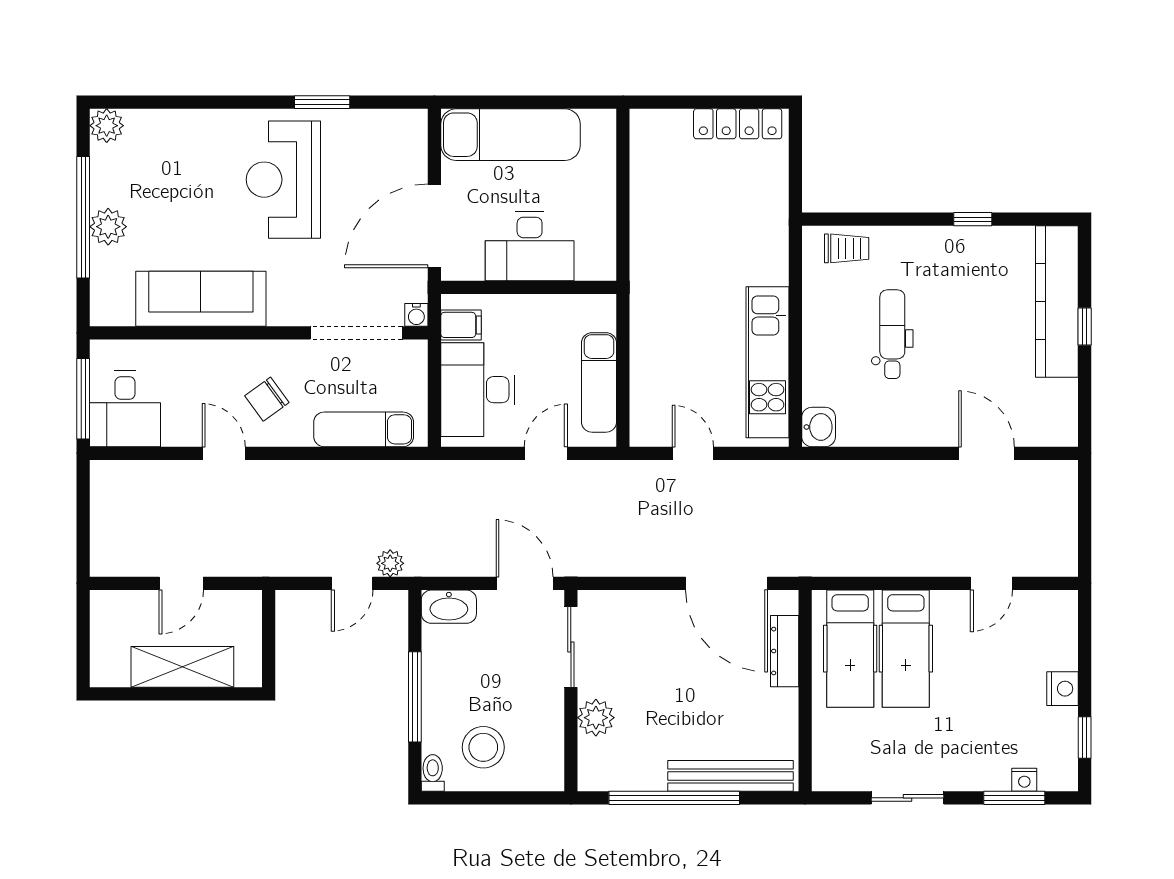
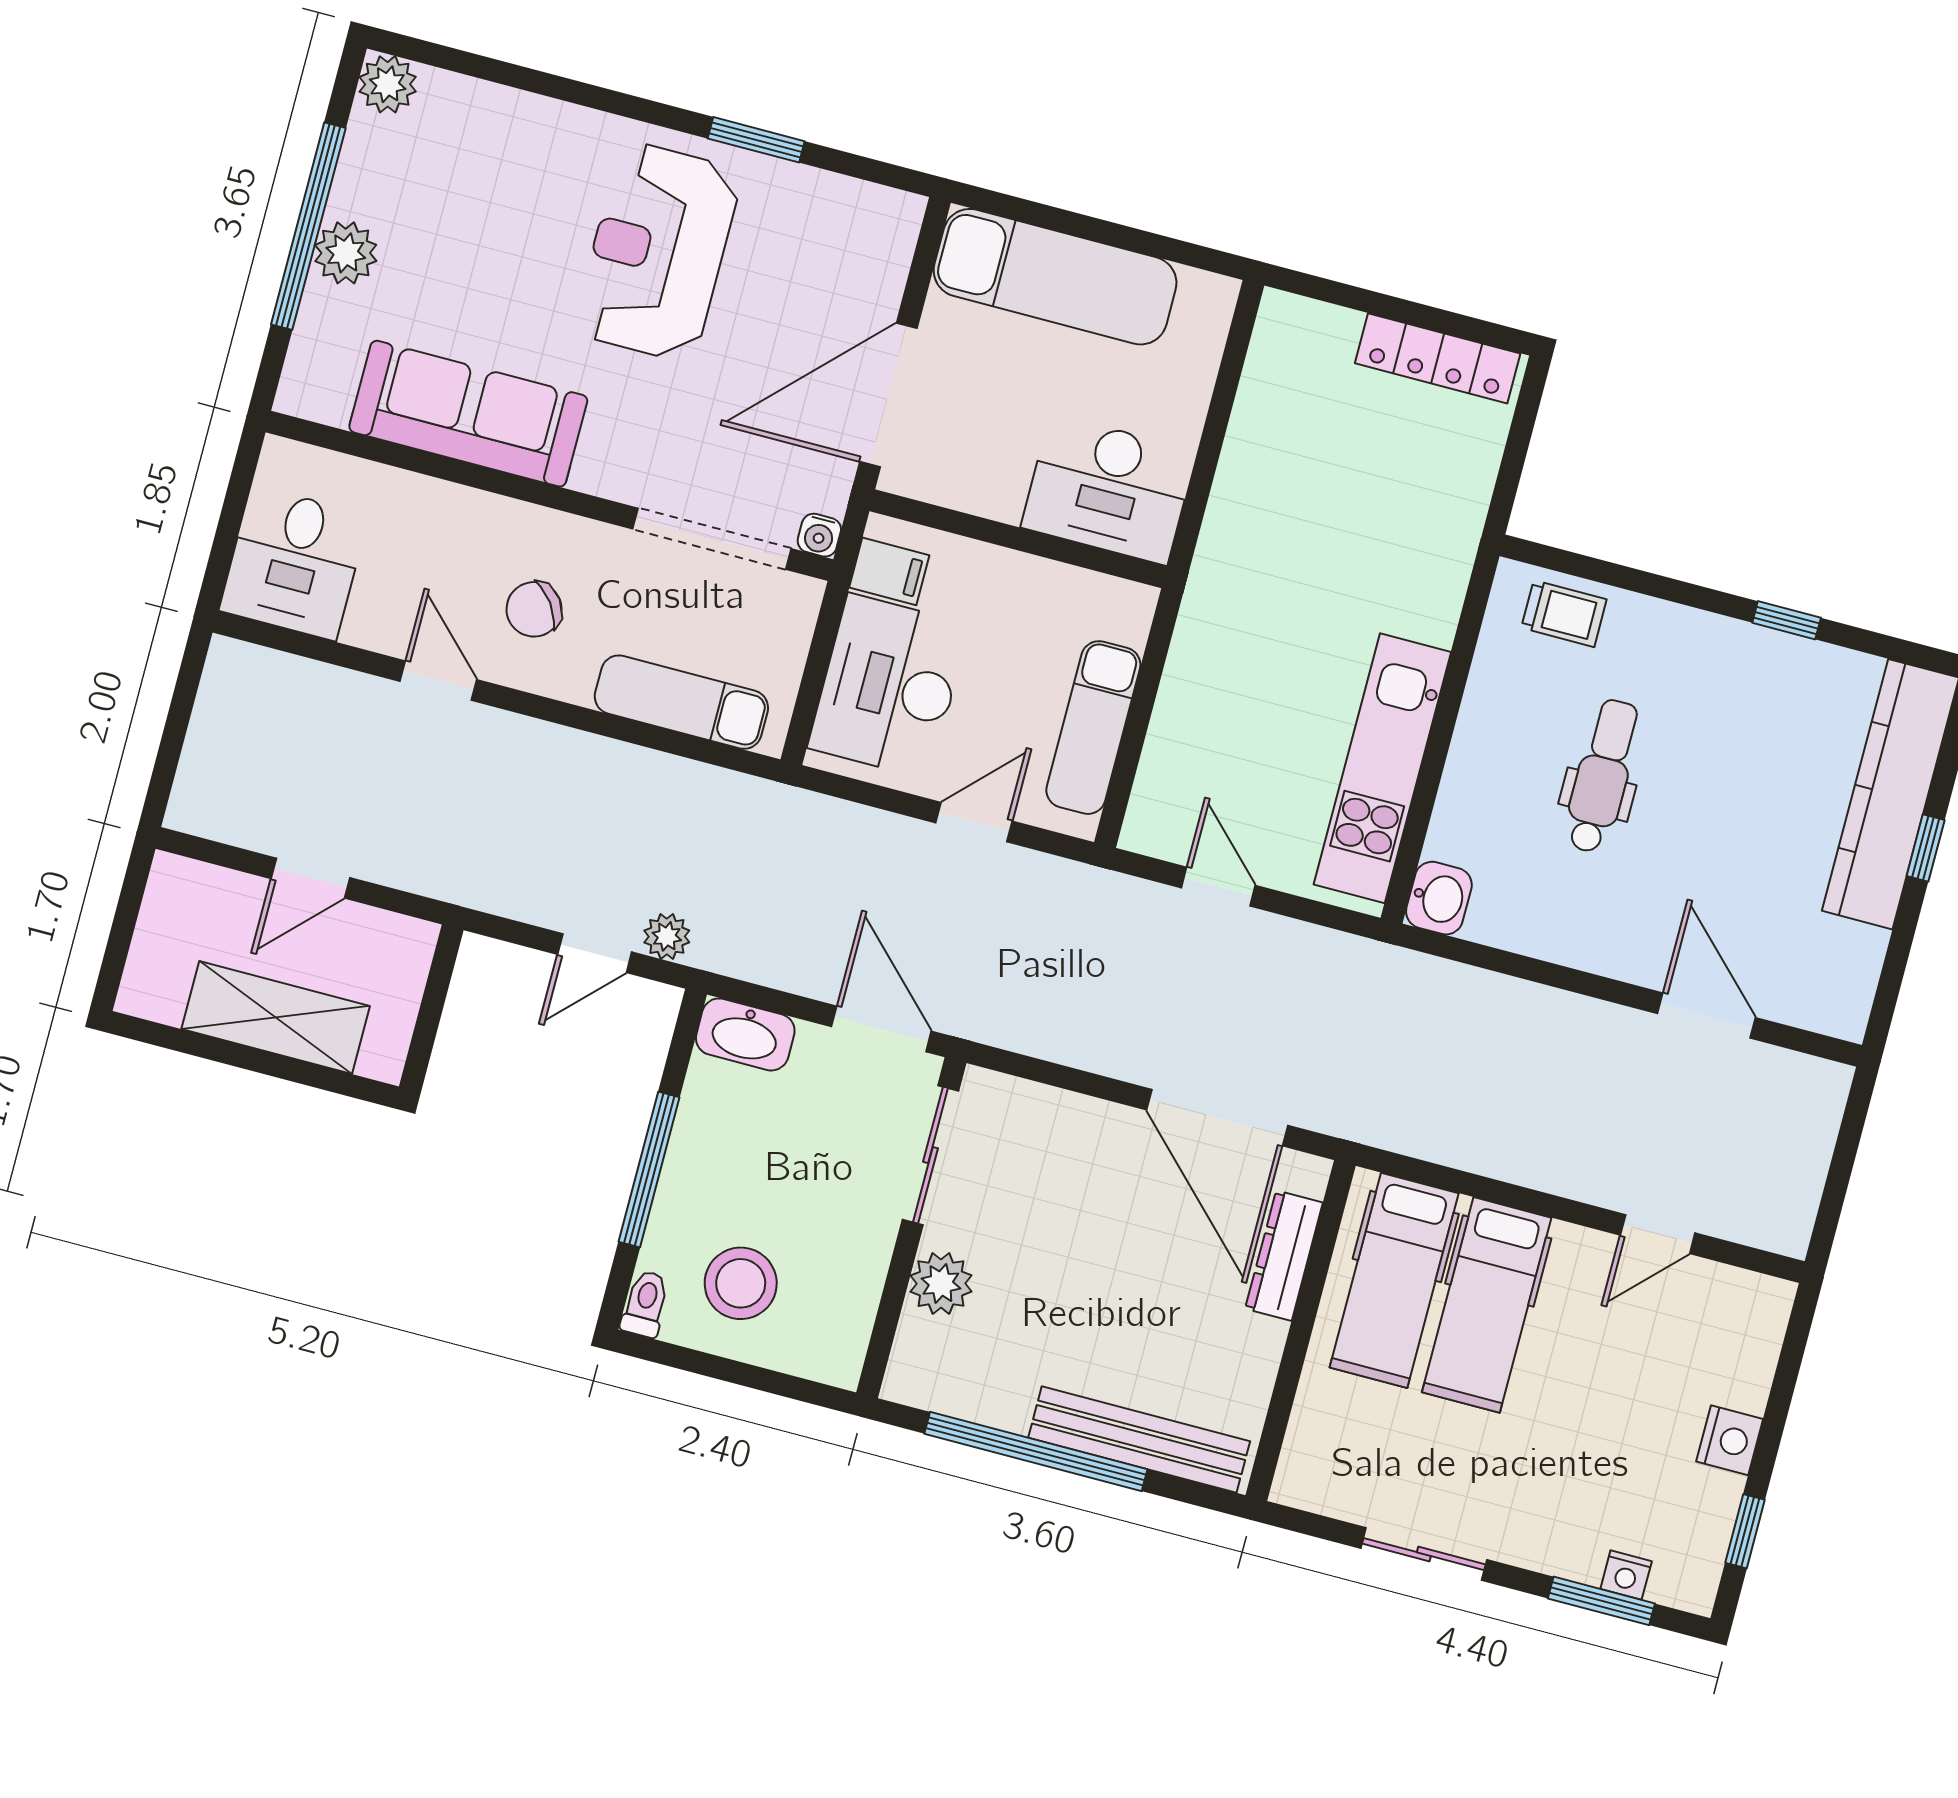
desk: (530, 246) -> (1109, 489), moved
window: (83, 399) -> (229, 528), removed

